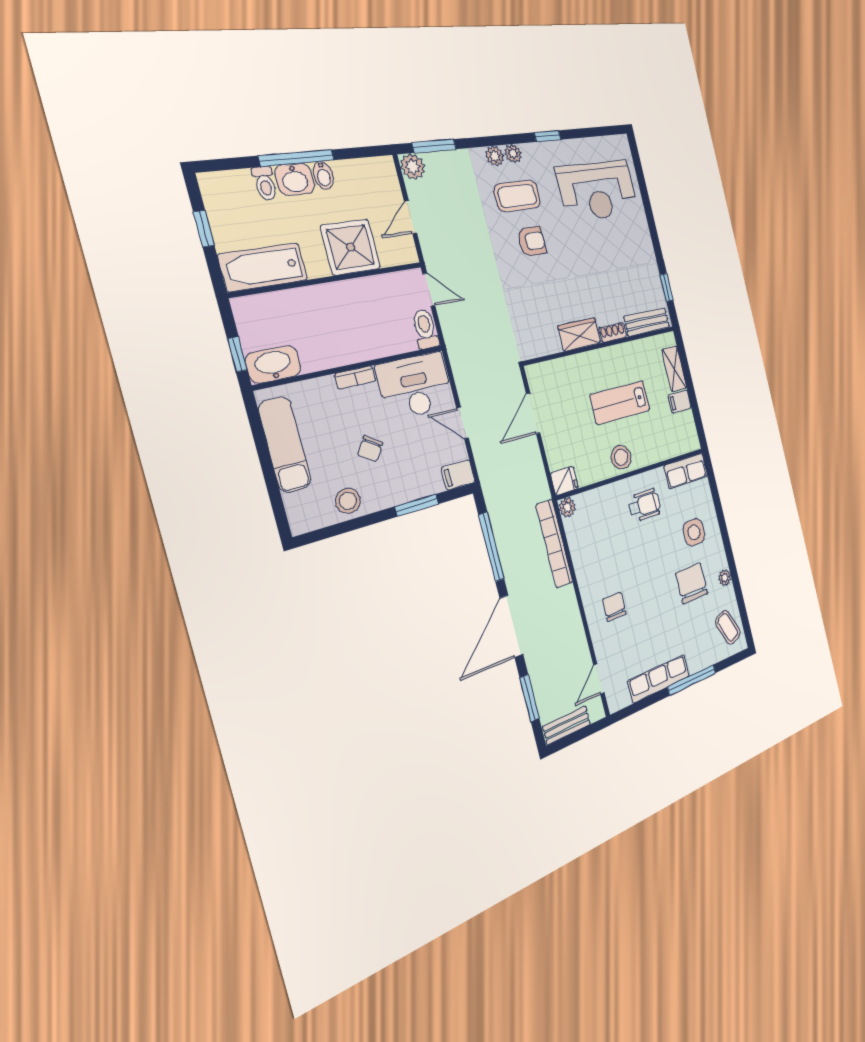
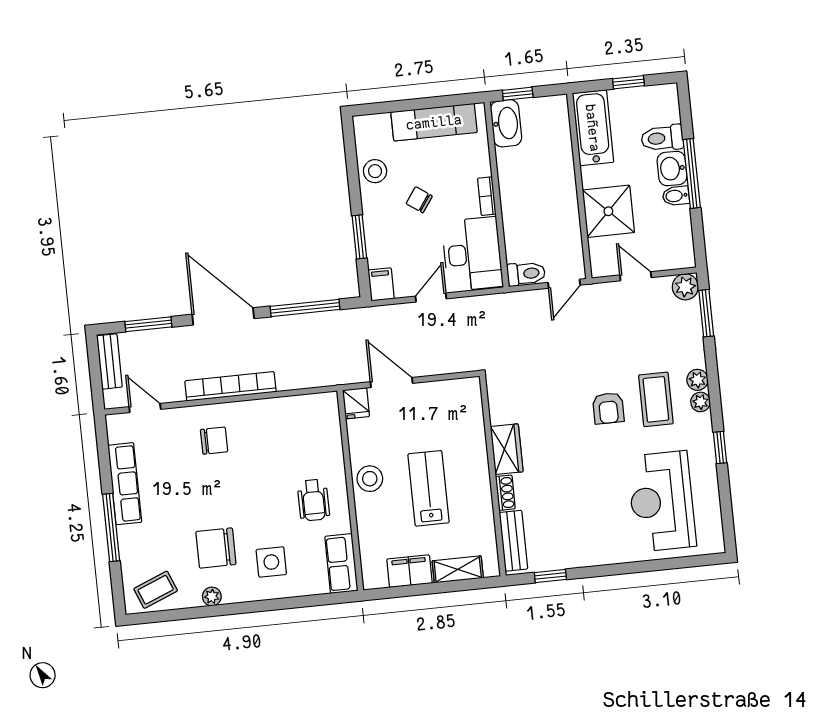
toilet: (265, 183) -> (662, 138), width x1.37, depth x1.39
filing cabinet: (680, 401) -> (410, 571), width x2.00
door: (533, 413) -> (392, 382), moved
plant: (567, 507) -> (328, 402), removed
bookcase: (554, 544) -> (230, 386), moved
chair: (692, 583) -> (216, 548), turned 180

